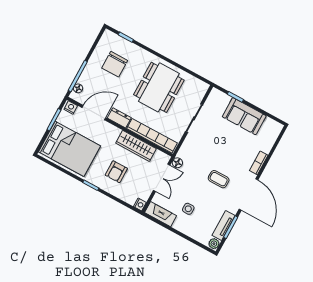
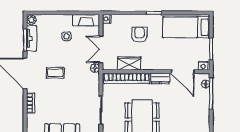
chair: (115, 64) -> (187, 119), removed
door: (94, 113) -> (183, 72), hinge flipped
wardrobe: (136, 146) -> (129, 63), width x0.67
bed: (69, 149) -> (186, 27), width x0.67

